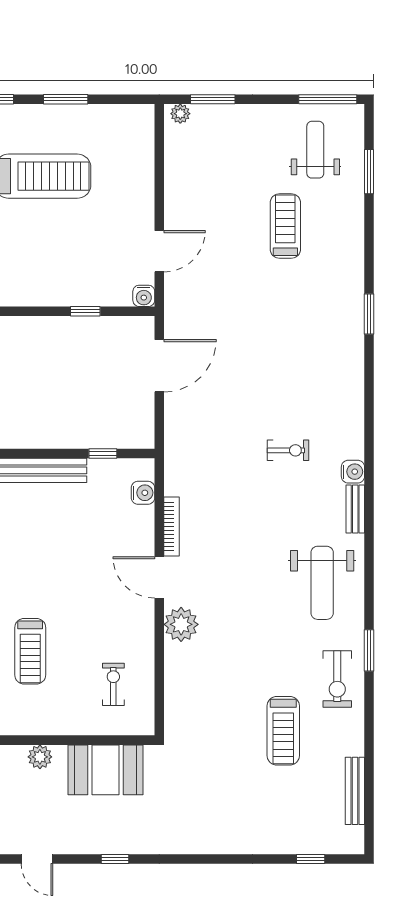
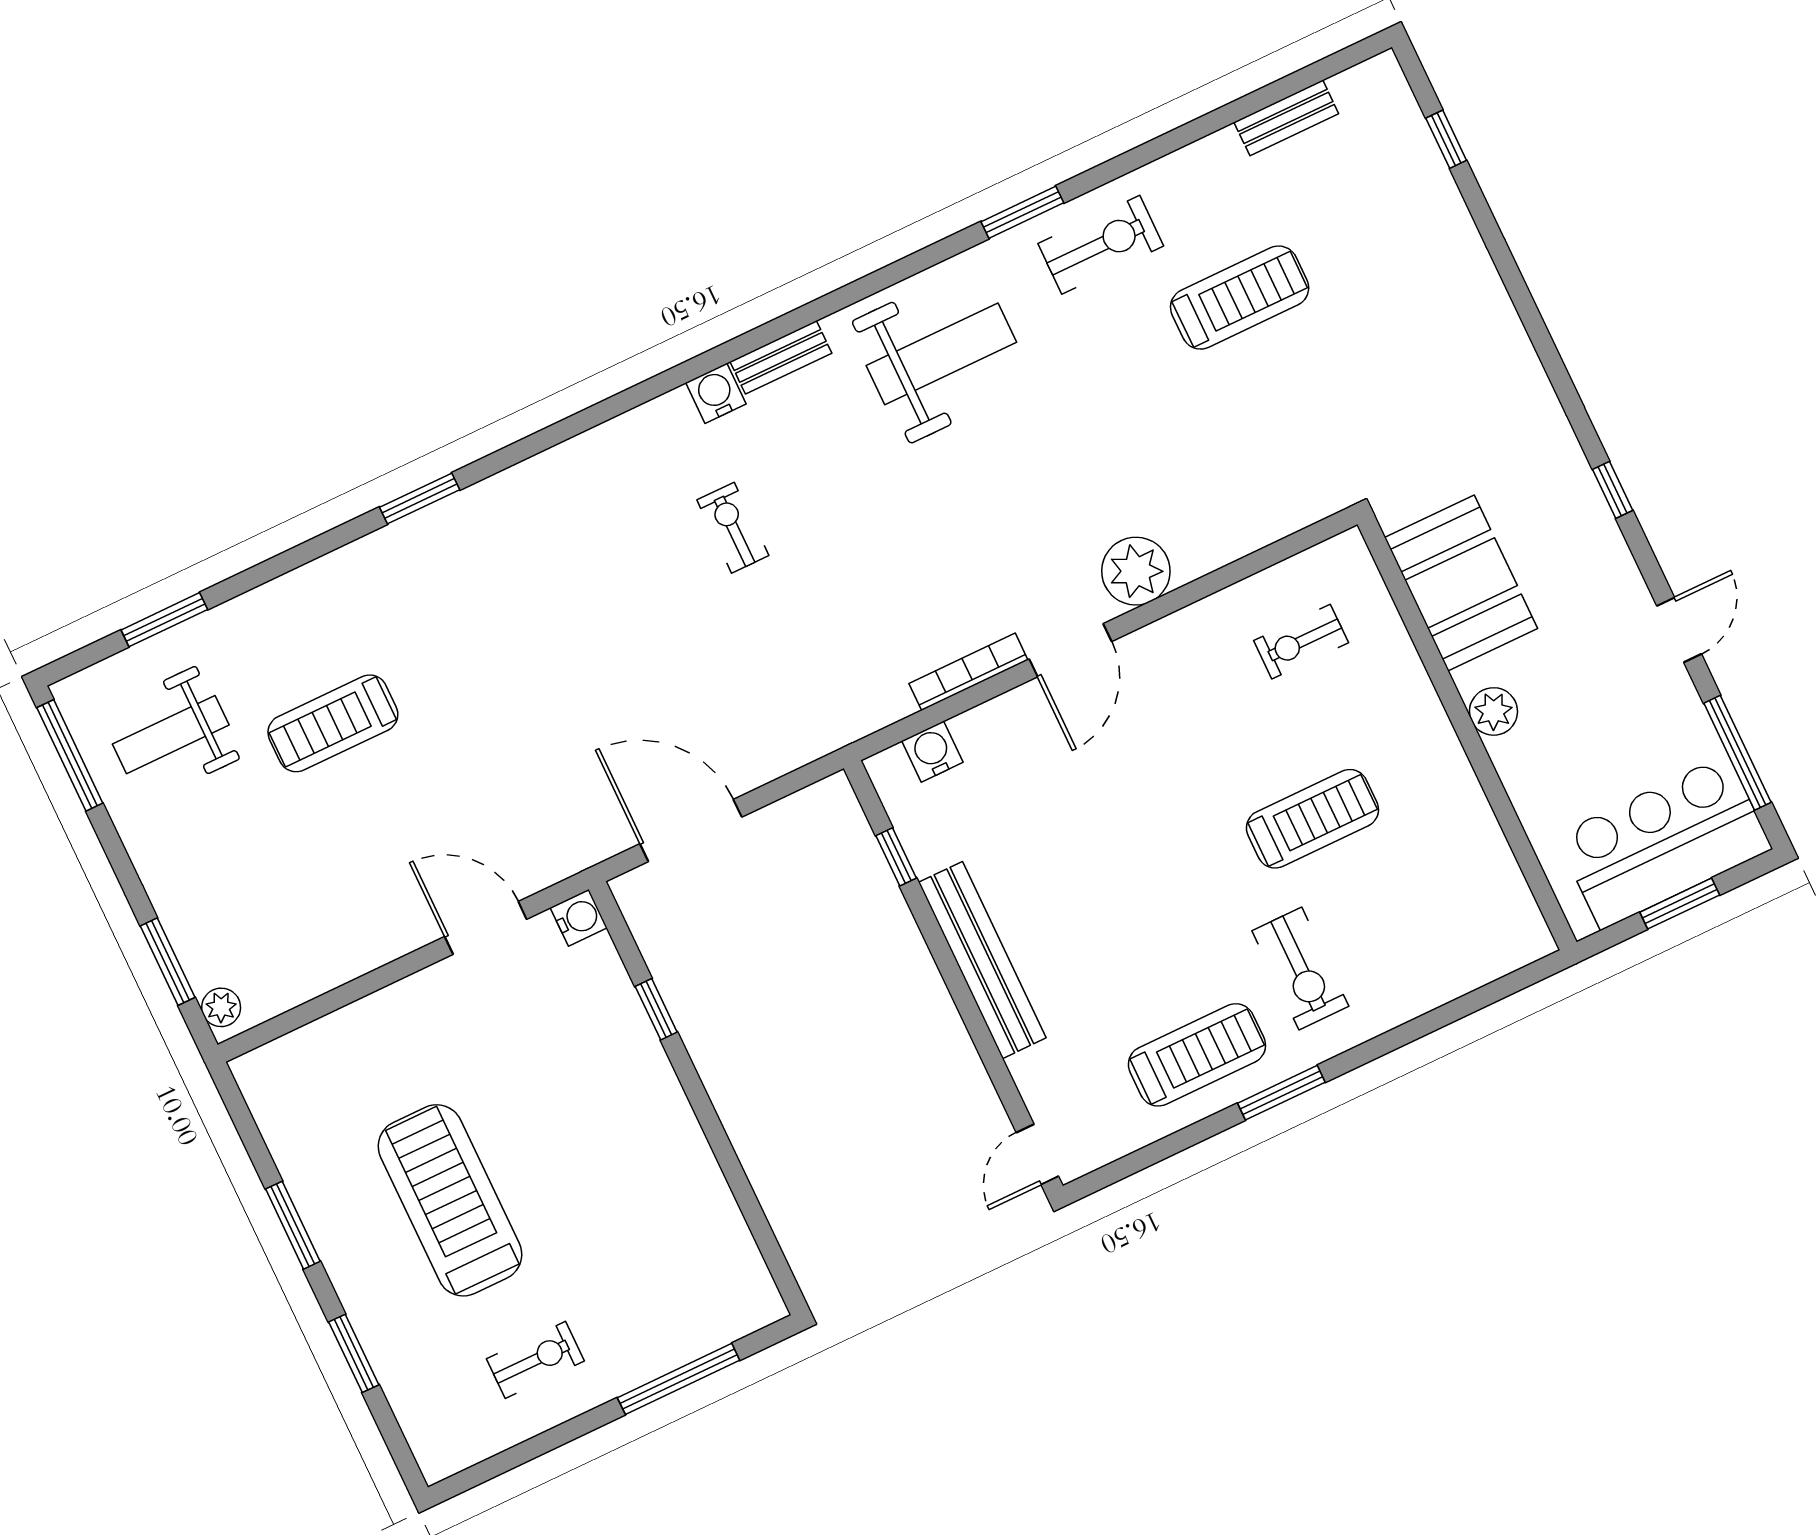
bench: (355, 791) -> (1286, 118), width x0.73

